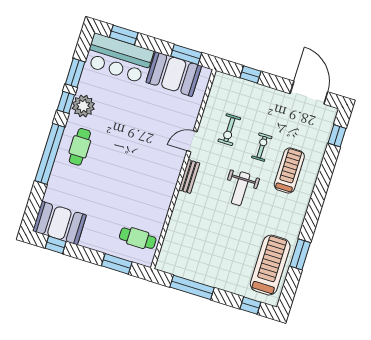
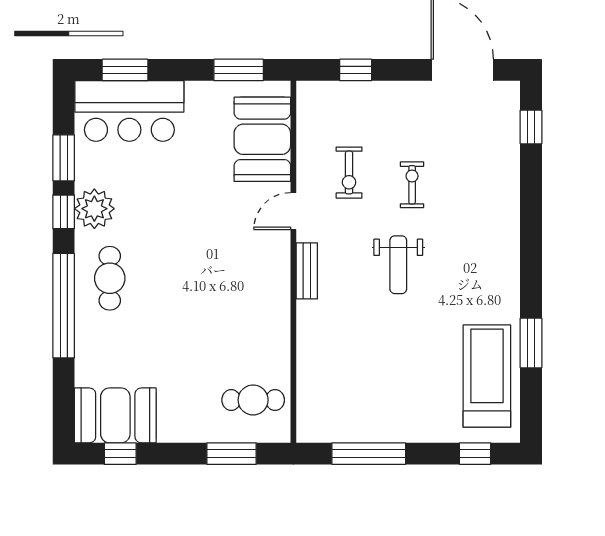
booth: (174, 74) -> (262, 139), moved, turned 90
treadmill: (289, 170) -> (470, 209), removed

